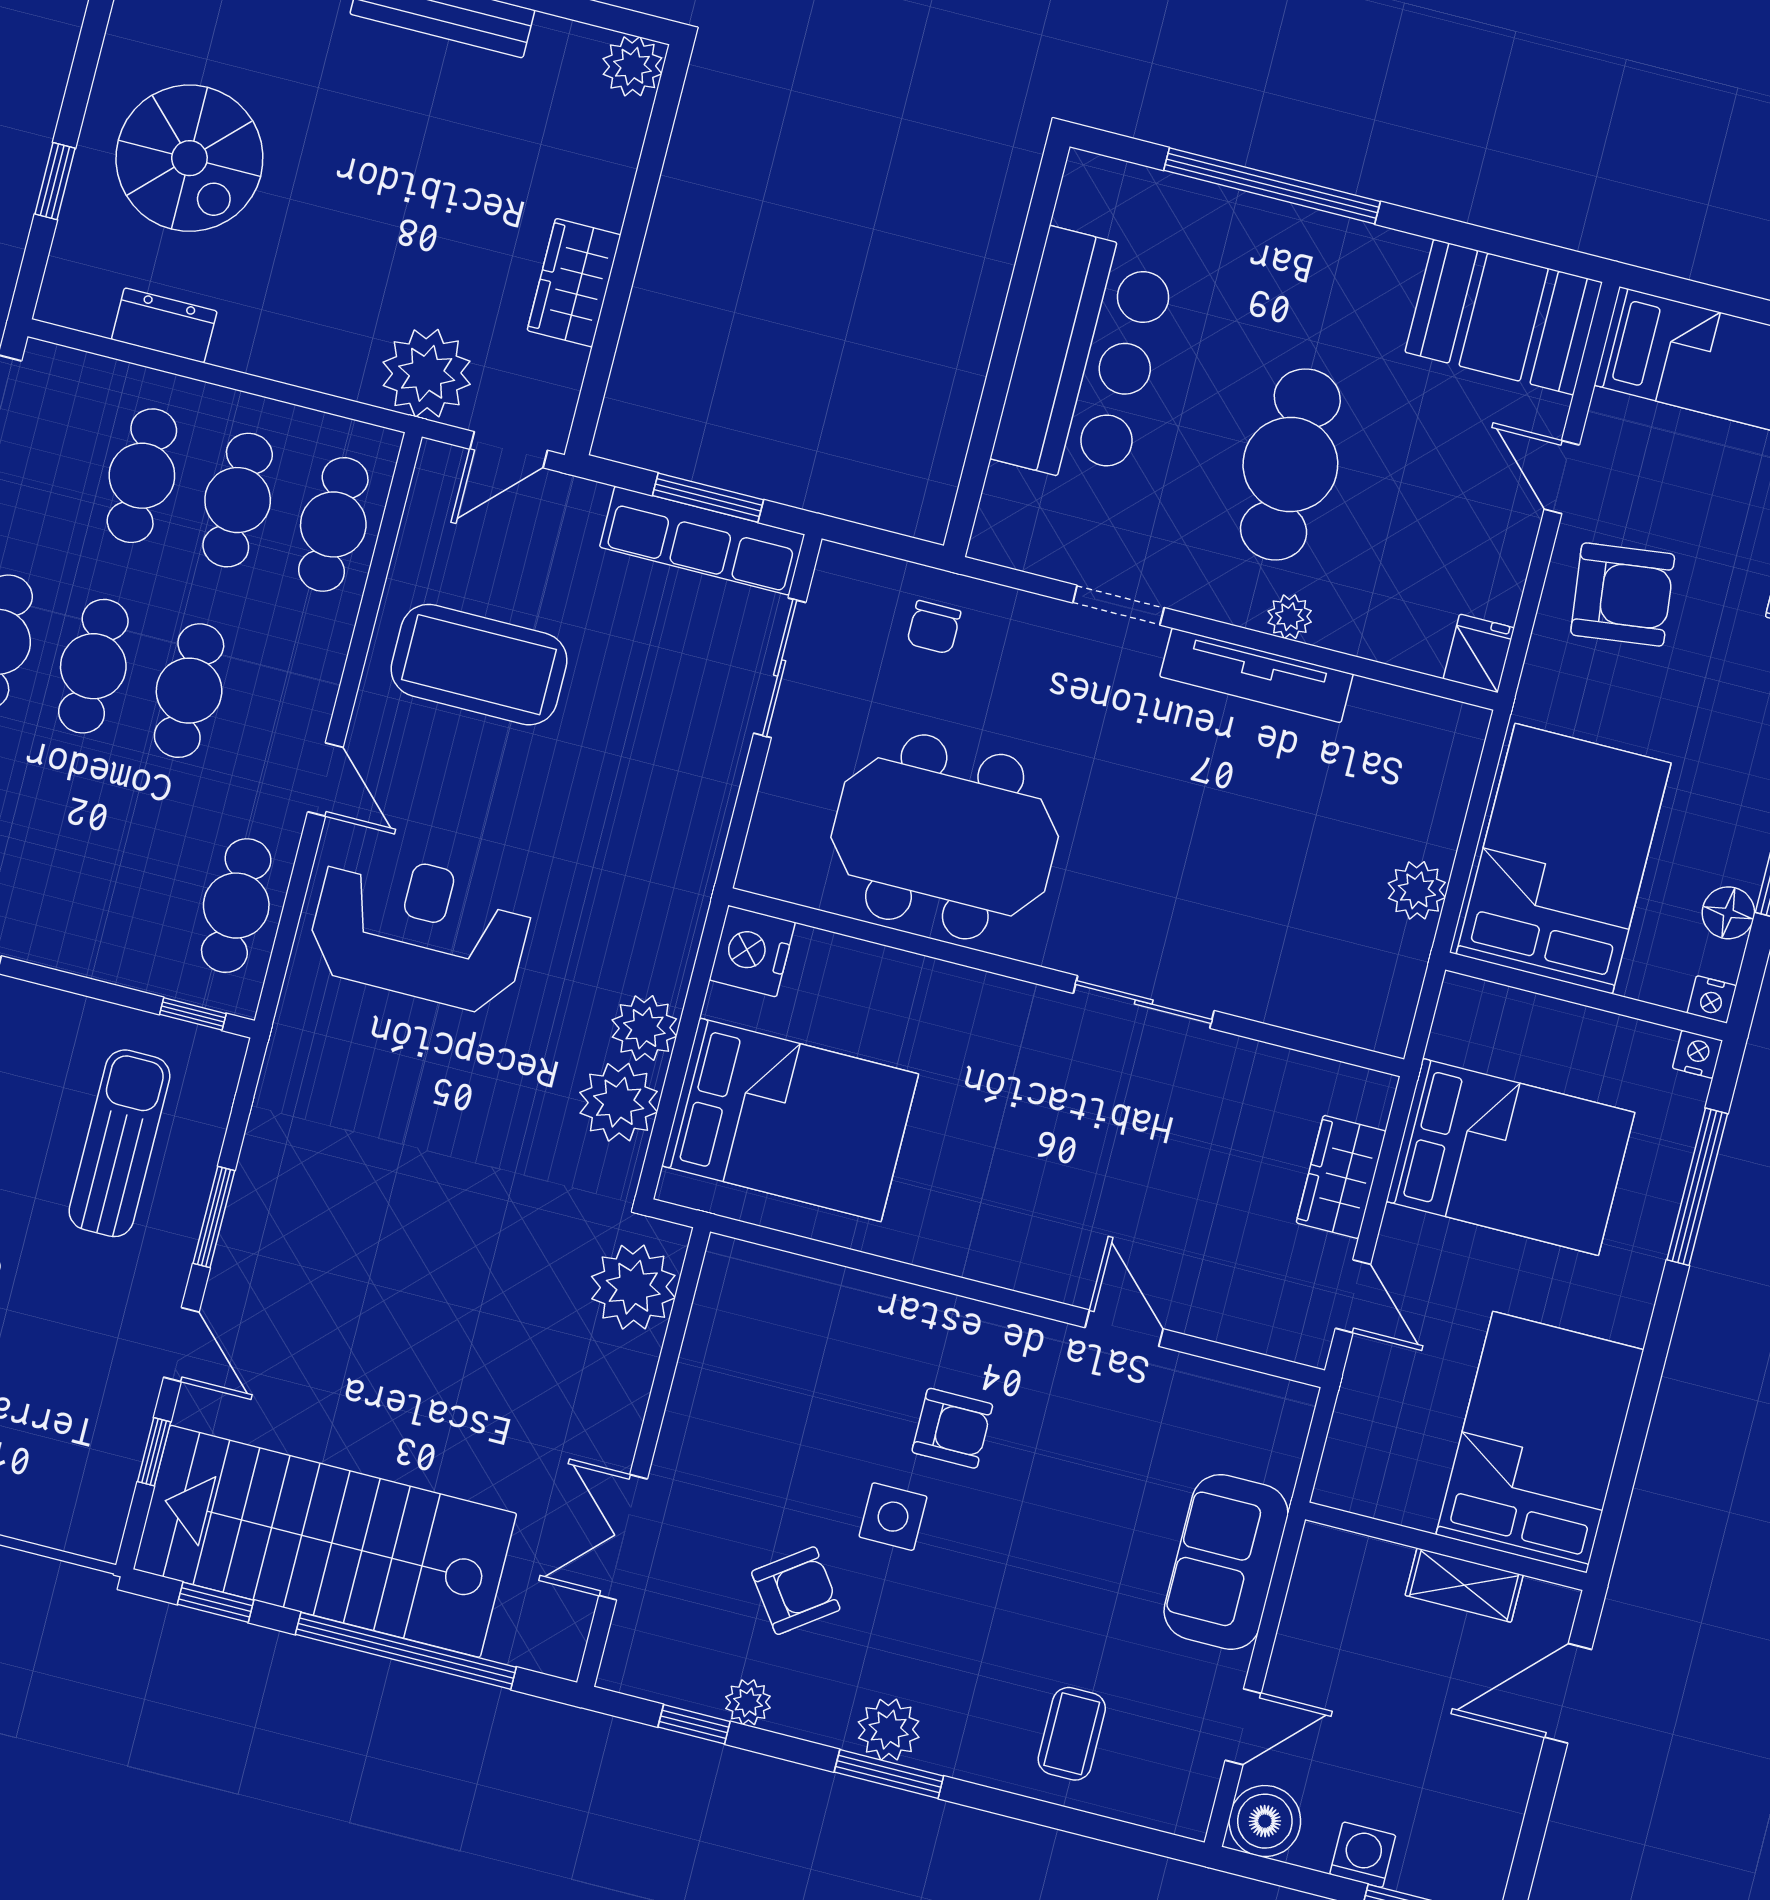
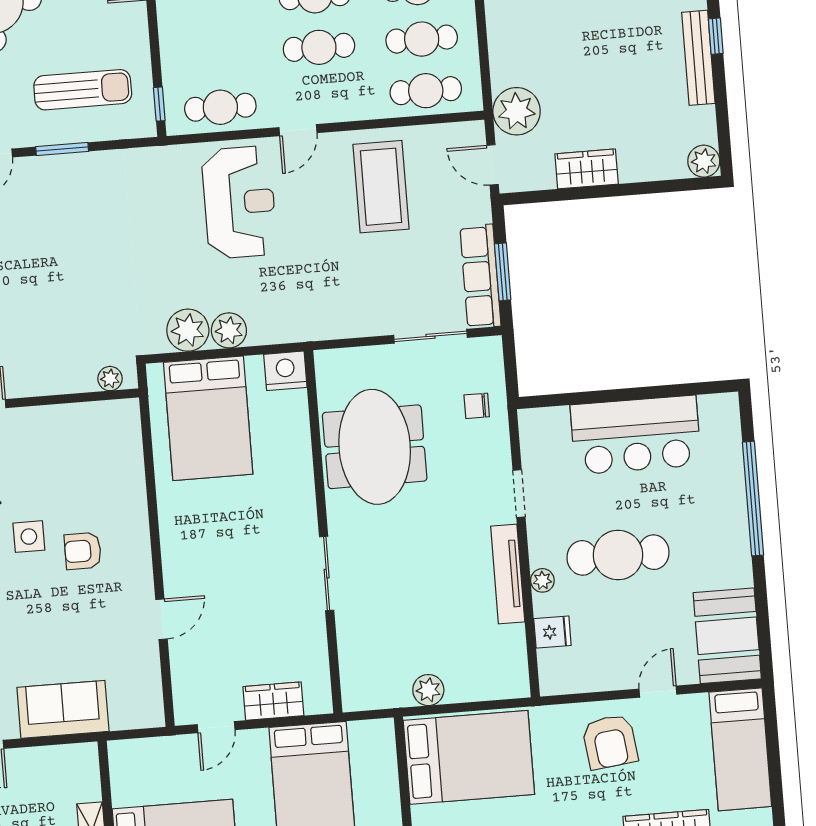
fridge: (1479, 653) -> (552, 632), moved
plant: (633, 1287) -> (110, 379), width x0.53, depth x0.53
armchair: (952, 1428) -> (83, 551), turned 90

